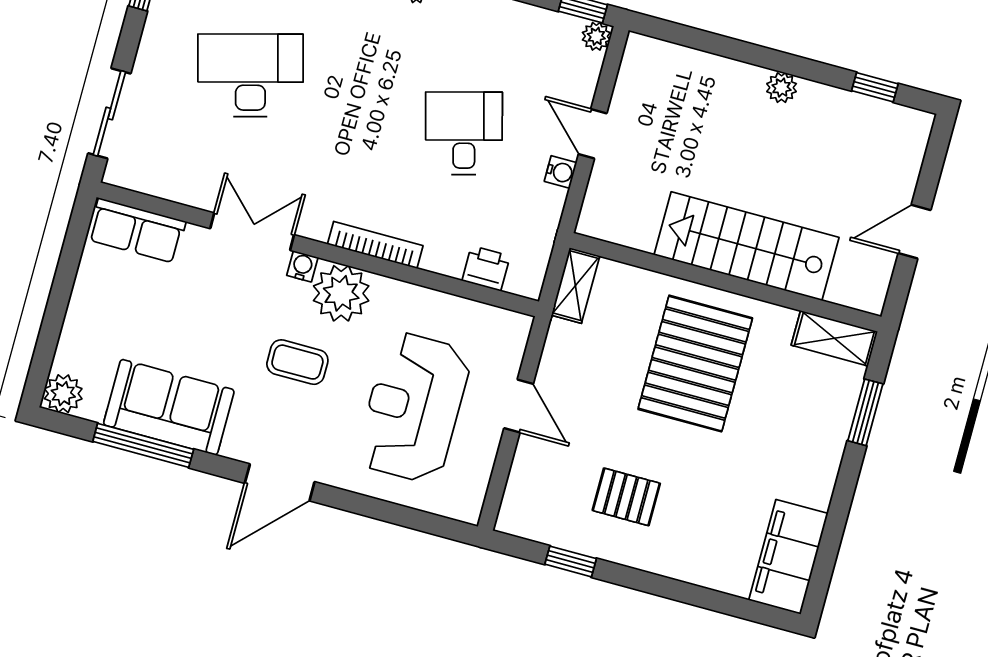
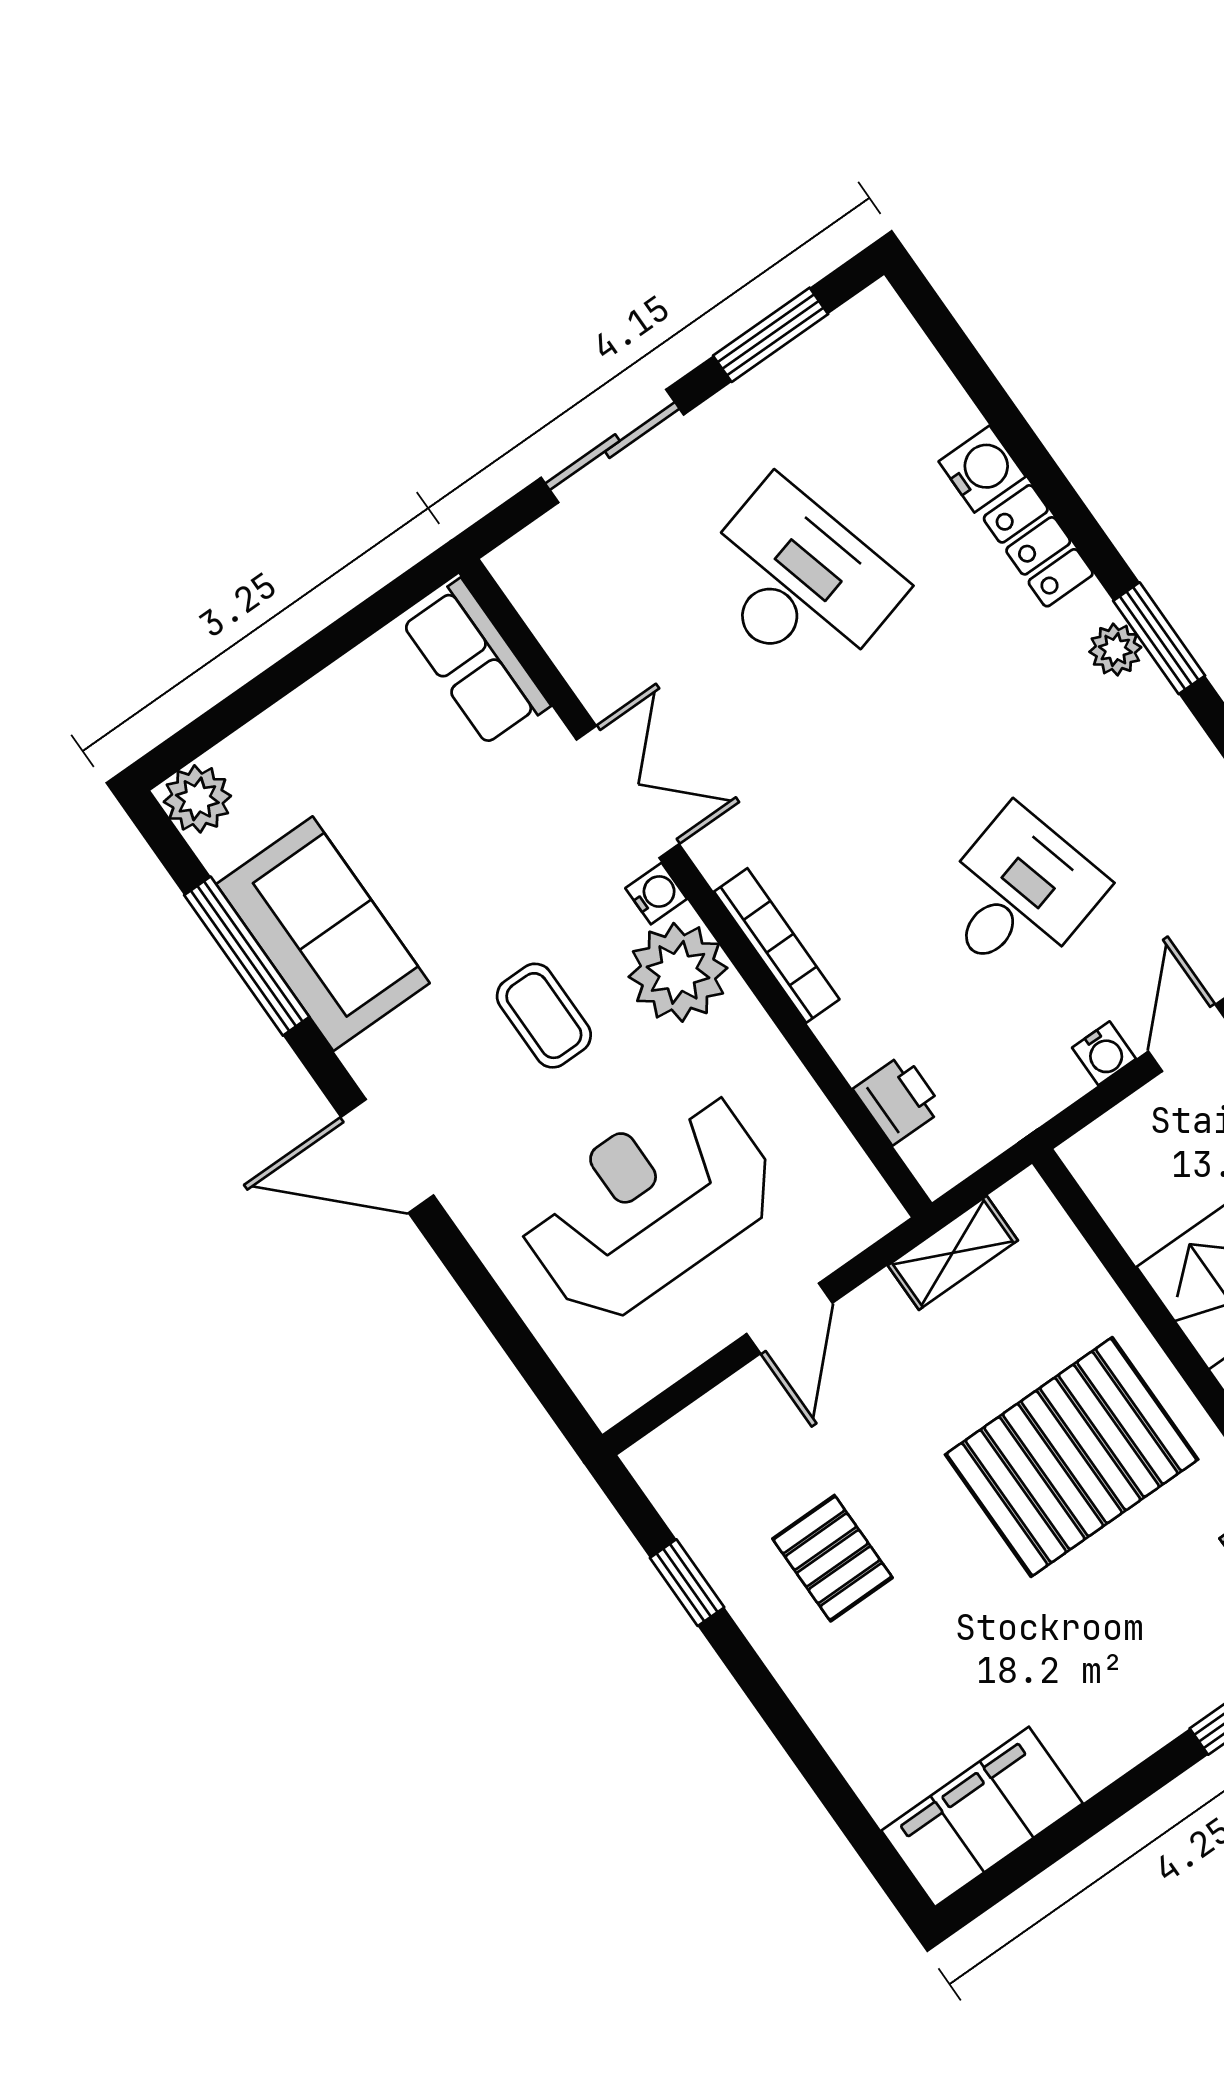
sliding door: (109, 113) -> (612, 446), moved
shelving: (575, 286) -> (953, 1253), moved

